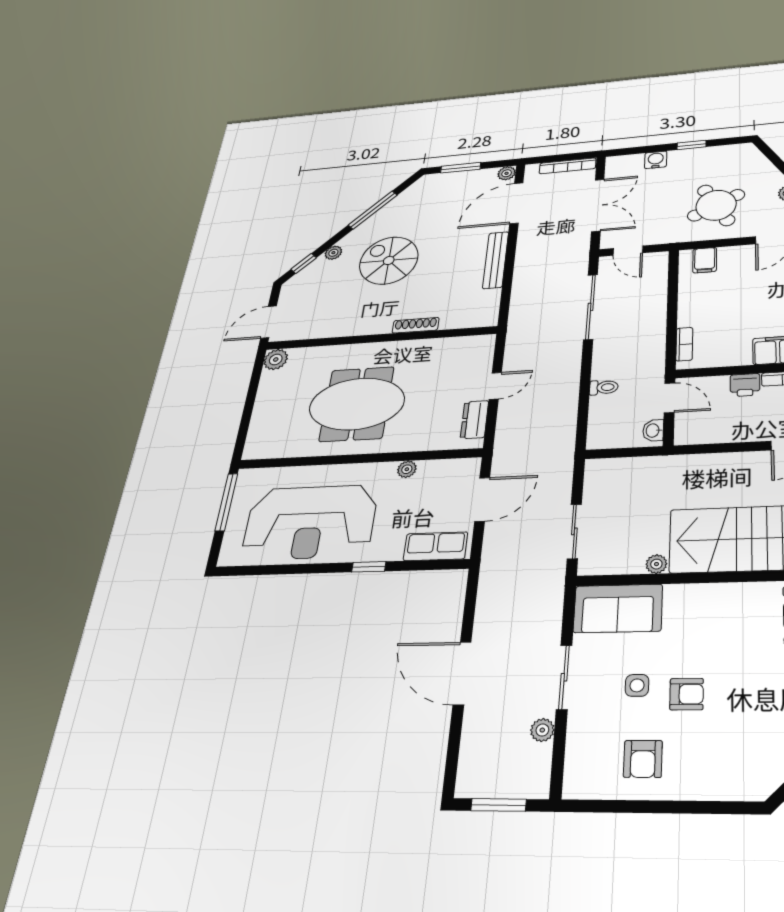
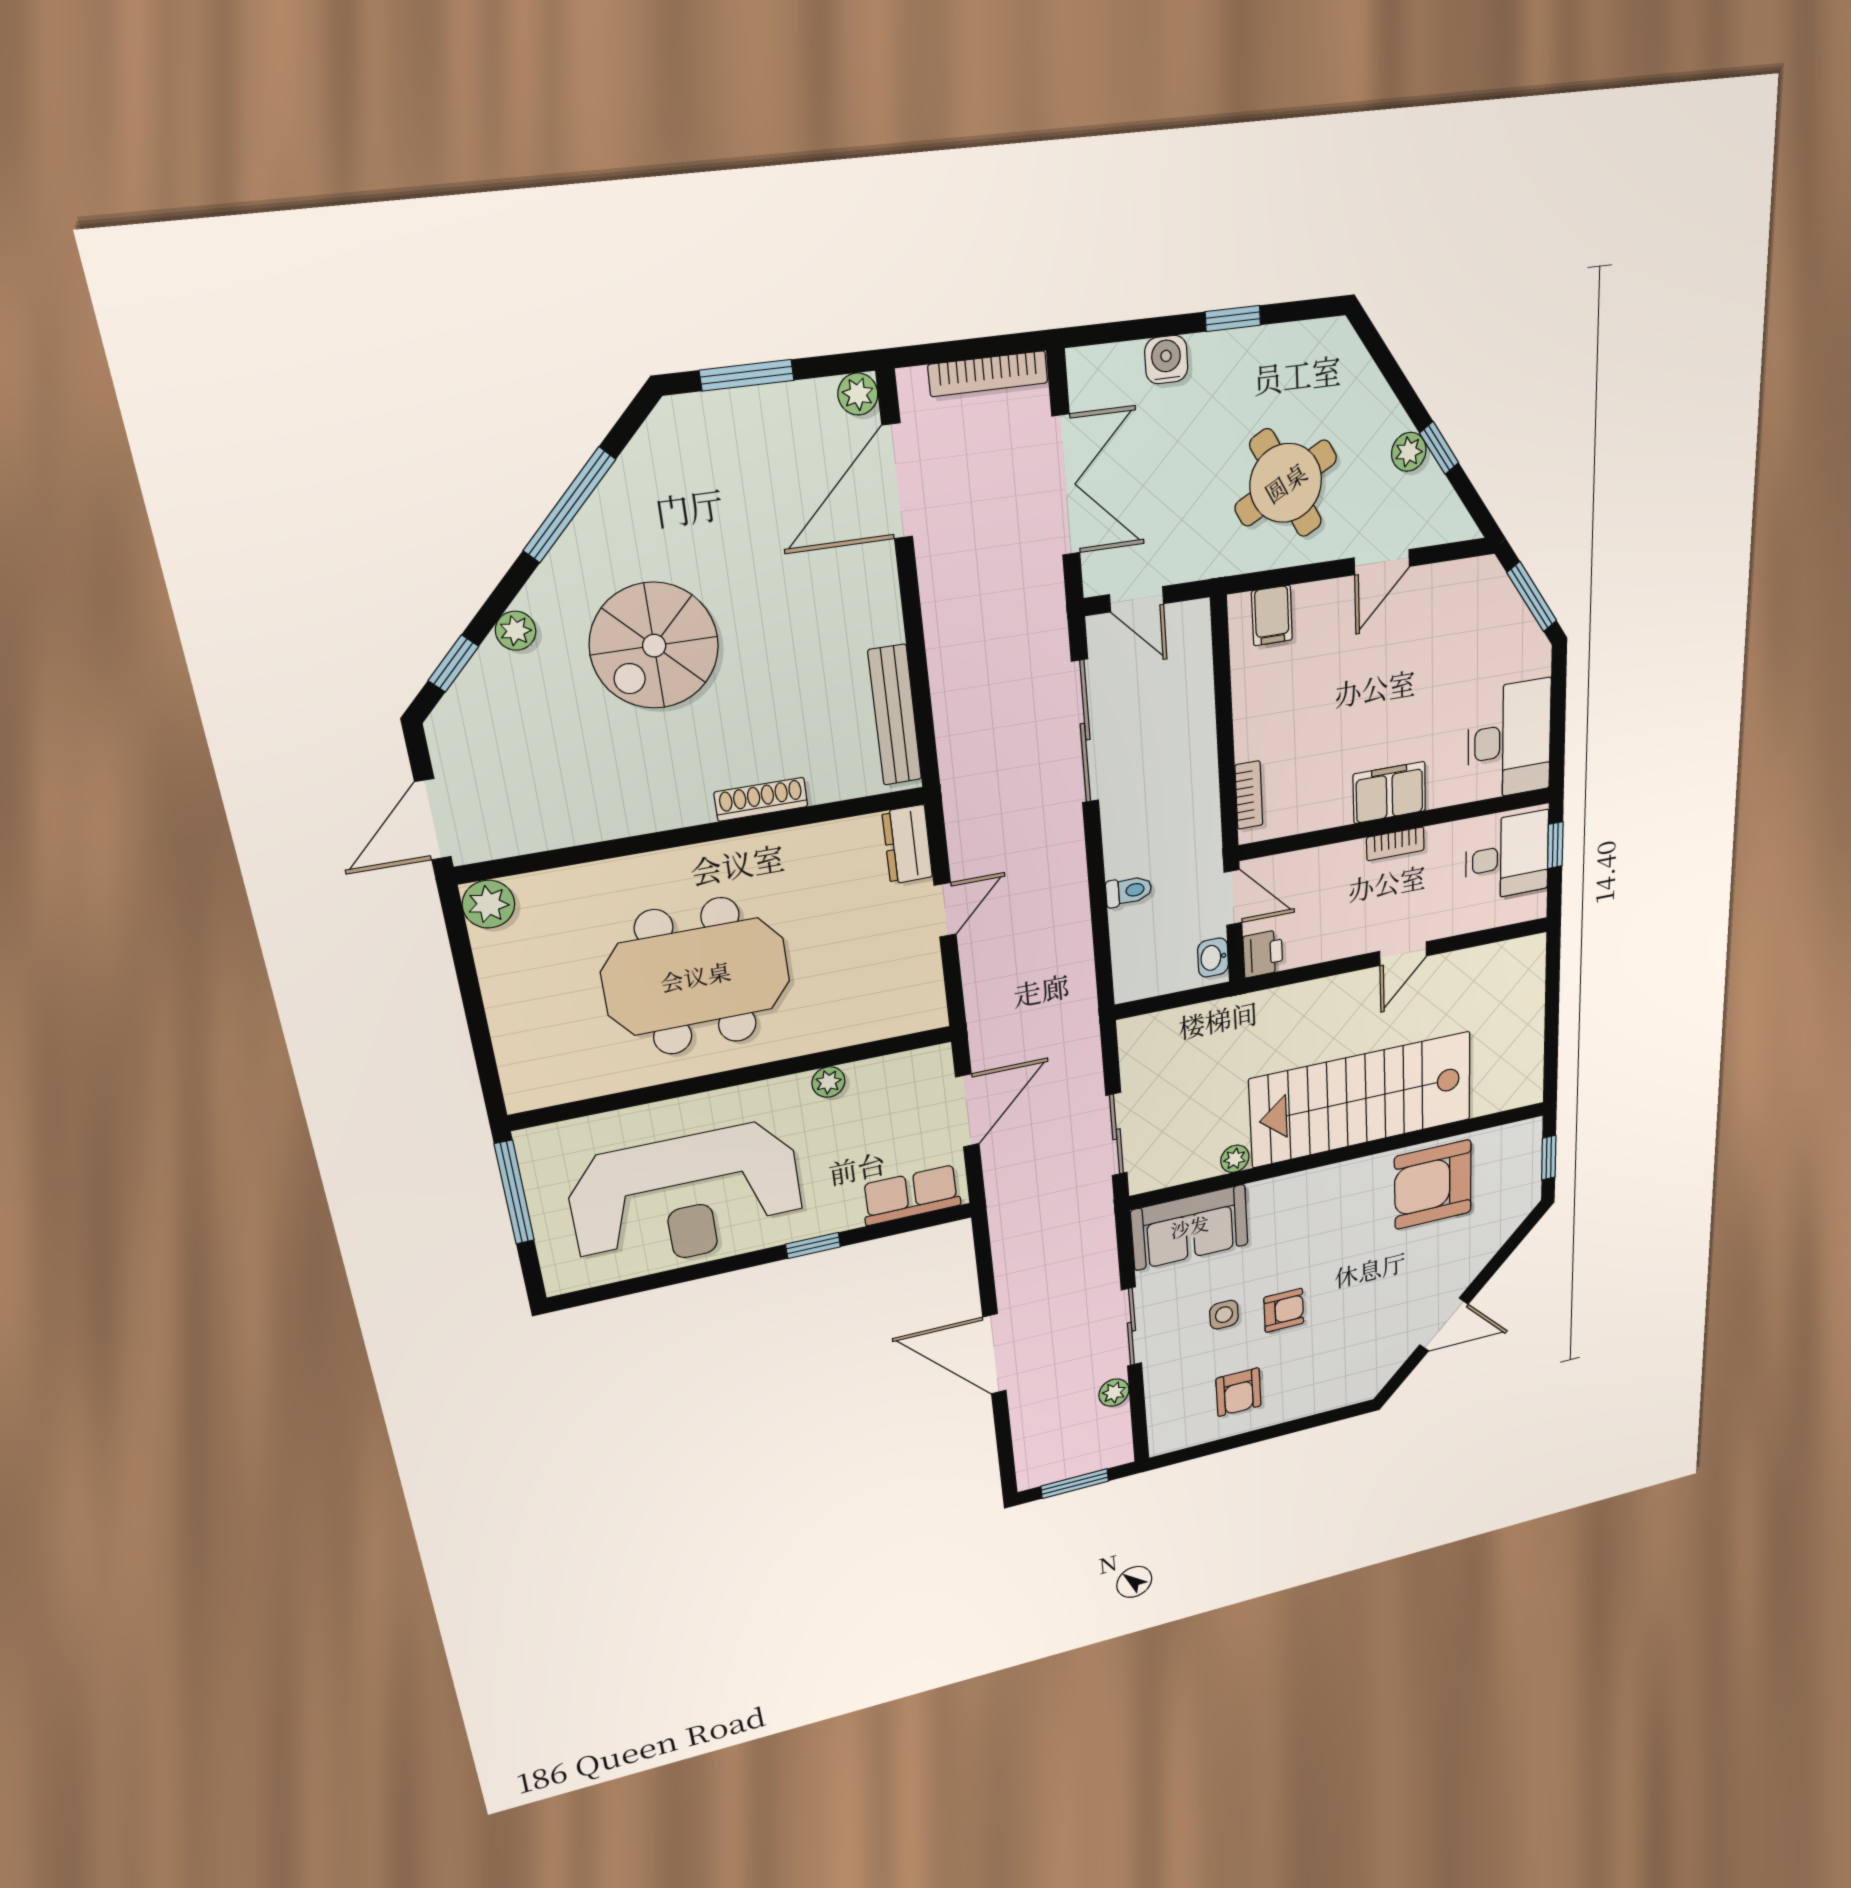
spiral stairs: (389, 260) -> (654, 646), turned -90
bench: (496, 260) -> (895, 715), moved
printer: (745, 385) -> (1263, 954), moved, turned -90
dresser: (474, 420) -> (907, 844), moved

